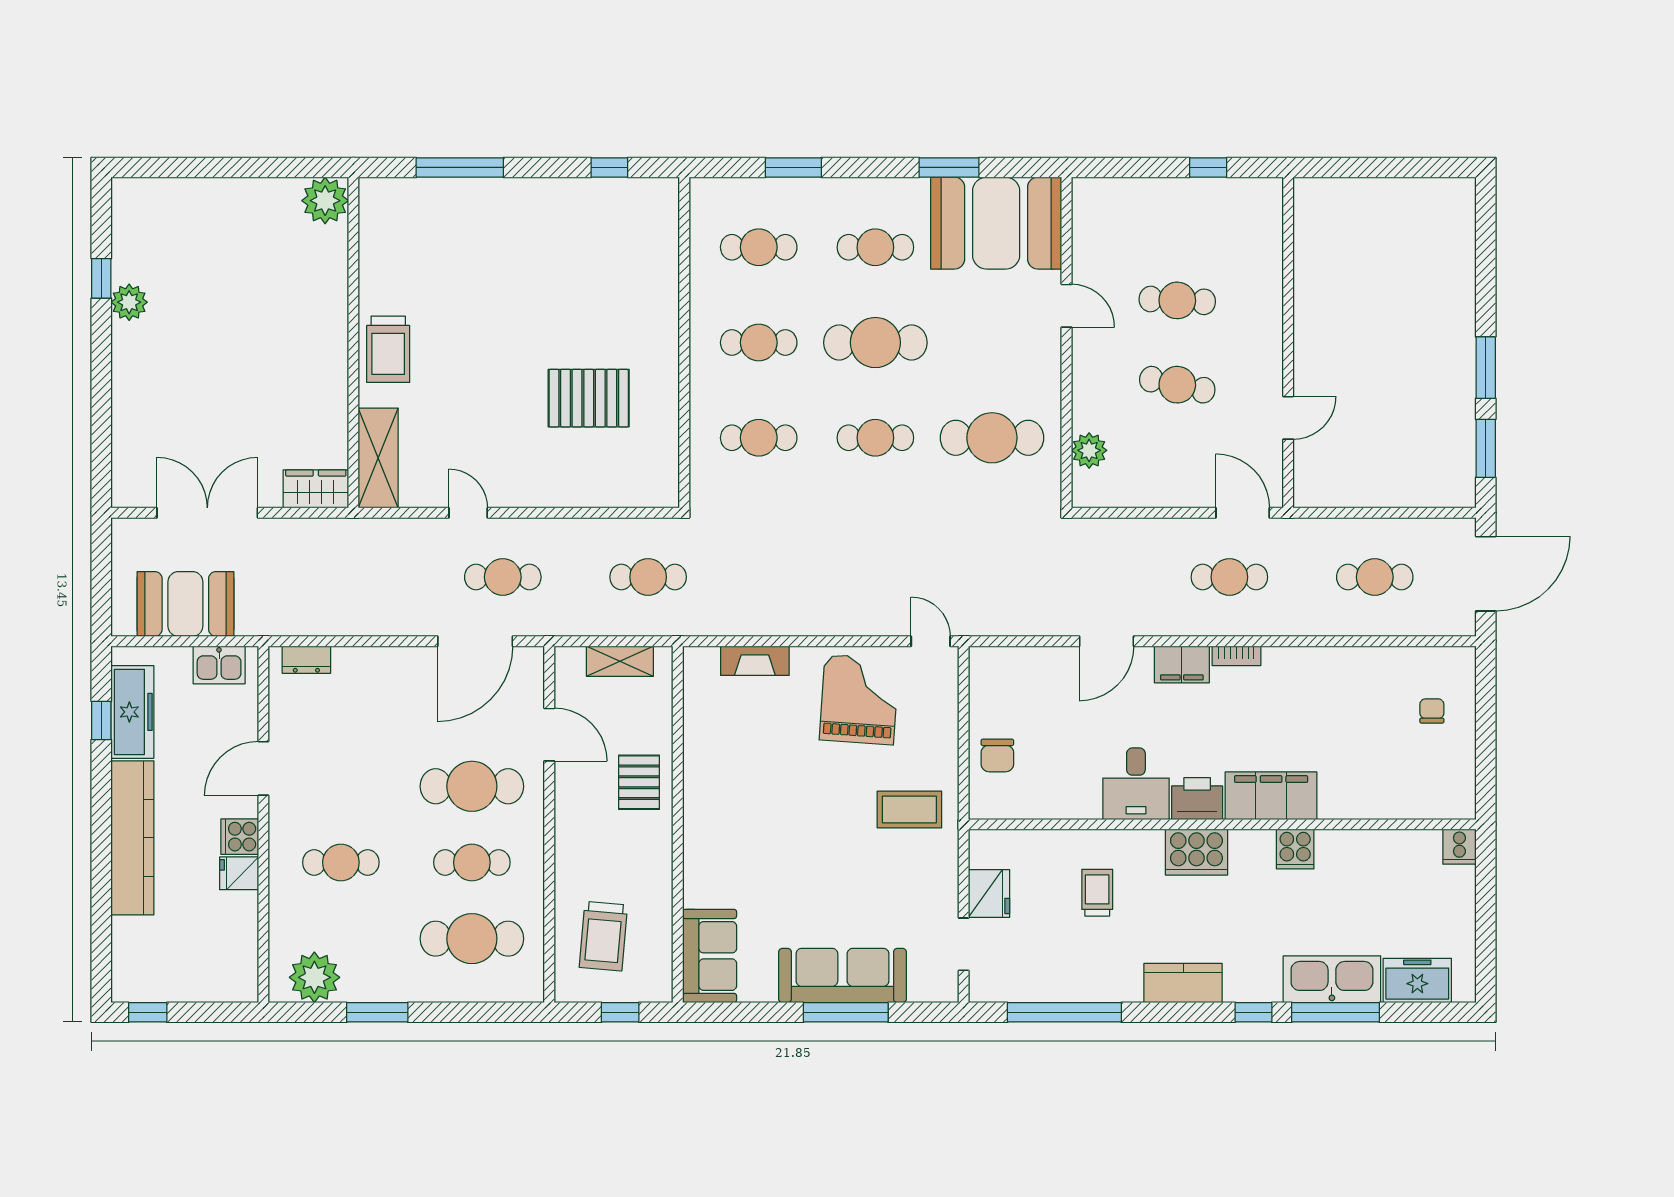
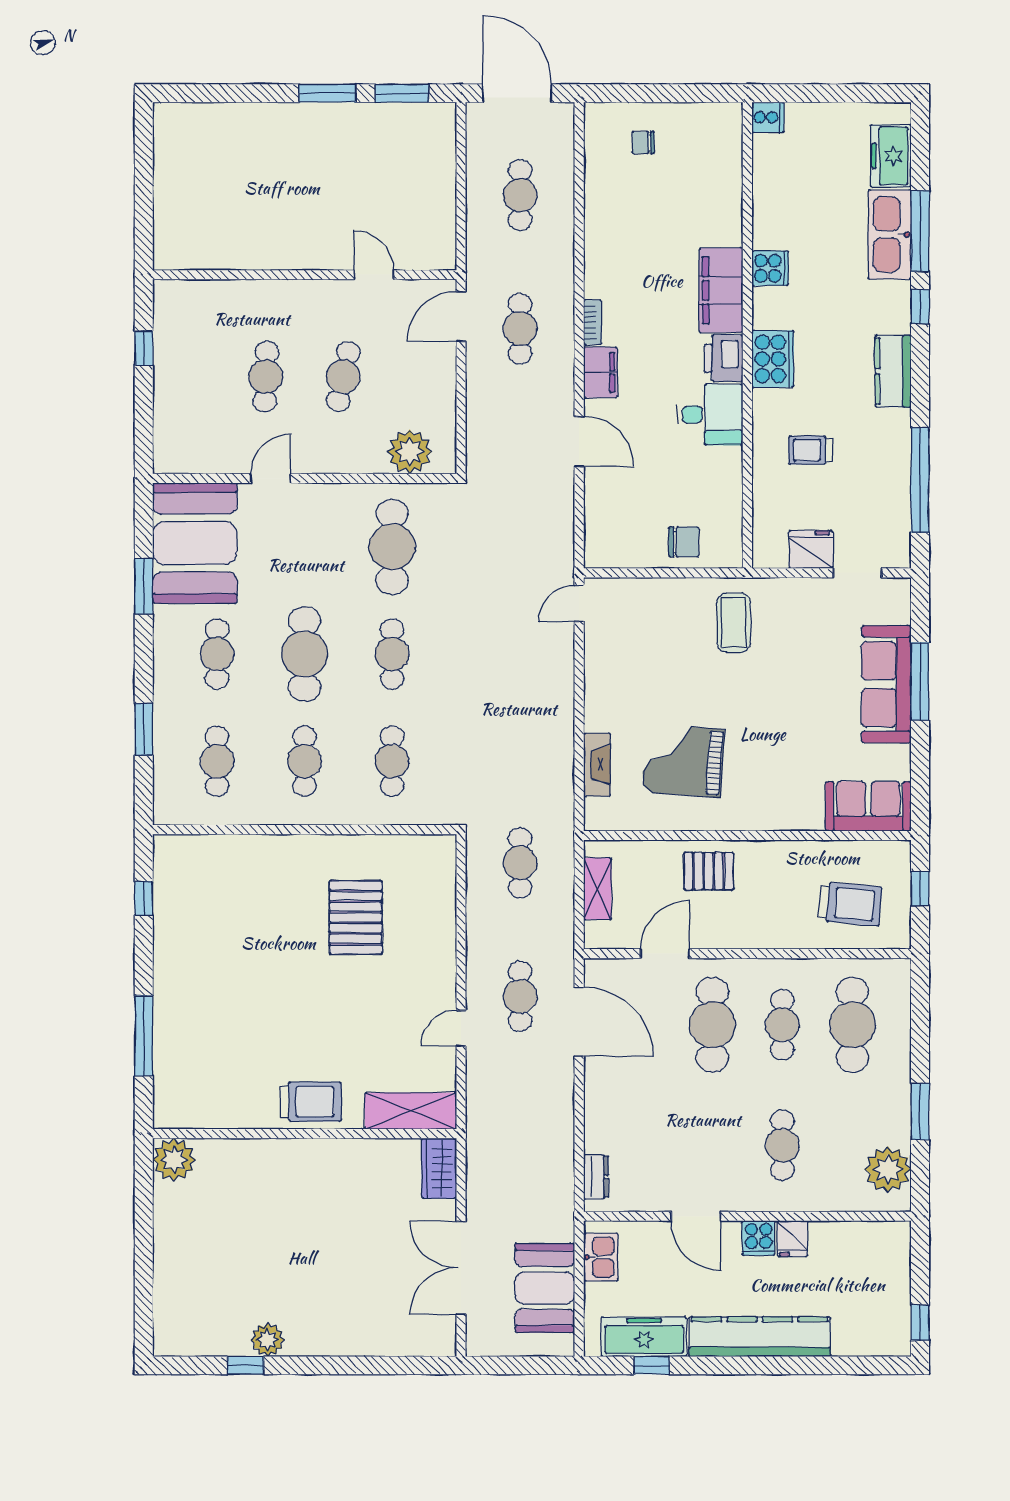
plant: (1089, 450) -> (410, 452), width x1.36, depth x1.36
grand piano: (859, 700) -> (683, 761), moved

